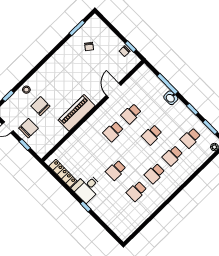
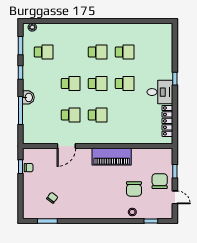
chair: (28, 128) -> (160, 181), turned 90
school desk: (172, 156) -> (98, 83), moved

